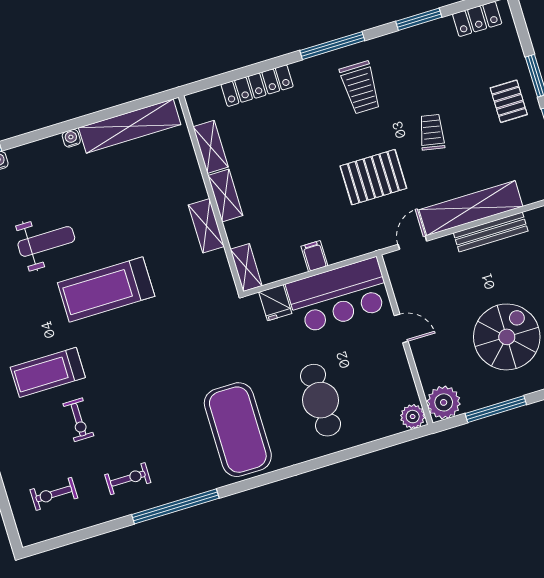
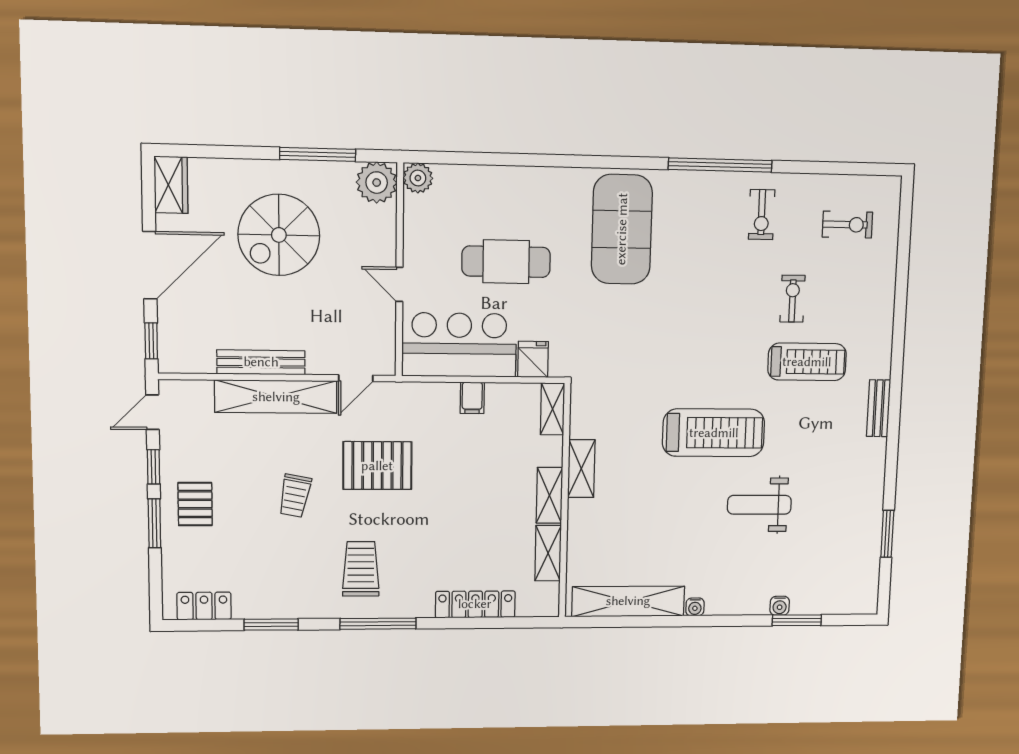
cafe table: (321, 400) -> (506, 262), moved, turned 90
exercise bike: (128, 479) -> (762, 215), turned -90

